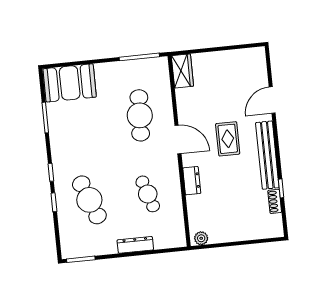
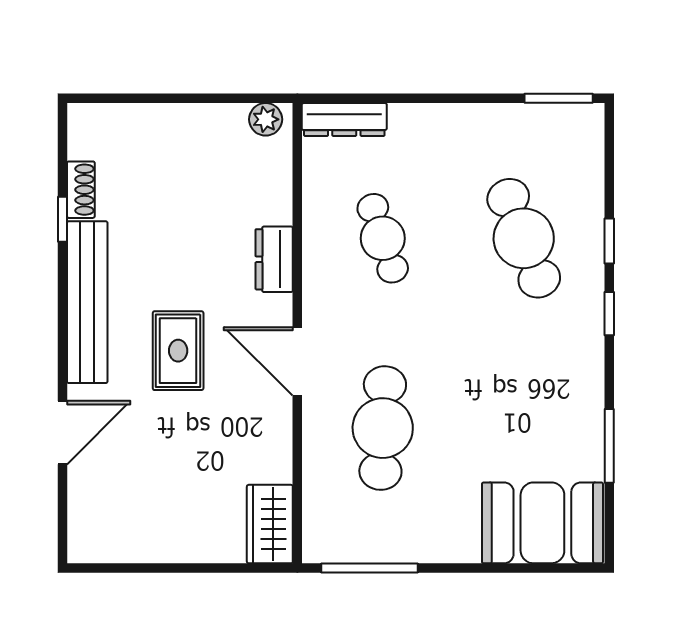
dresser: (135, 245) -> (344, 119), moved

